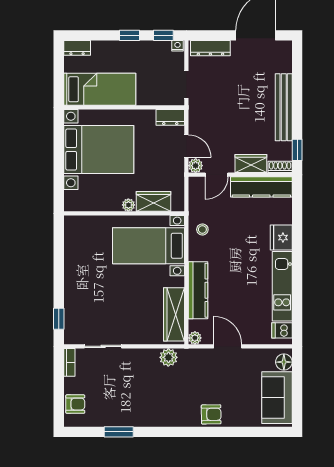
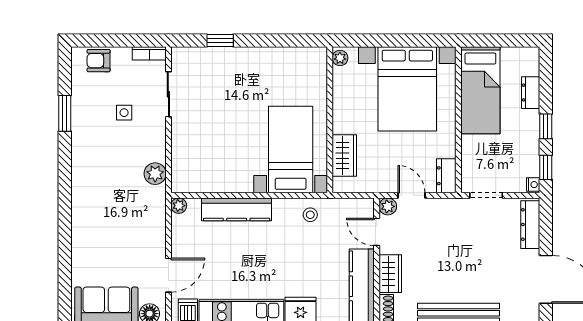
dresser: (77, 48) -> (531, 93), moved
door: (186, 146) -> (411, 195), swing flipped
plant: (128, 205) -> (340, 58), moved
wardrobe: (174, 314) -> (207, 180), removed
window: (59, 319) -> (220, 41), moved
door: (228, 346) -> (168, 275), moved
side table: (118, 383) -> (124, 113), added
armchair: (75, 404) -> (99, 61), turned 90
armchair: (211, 414) -> (86, 225), removed

